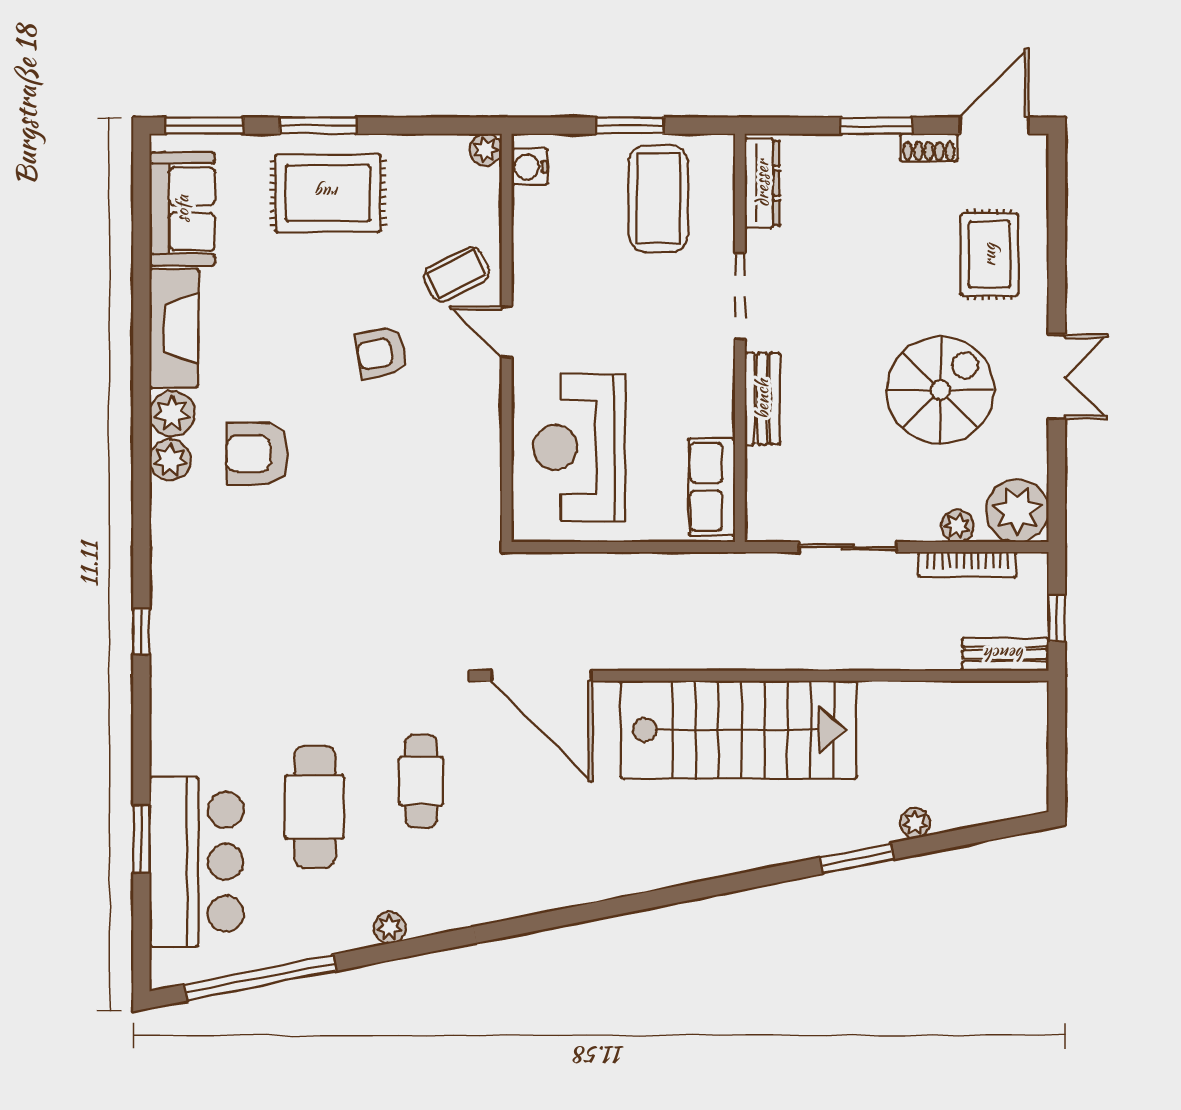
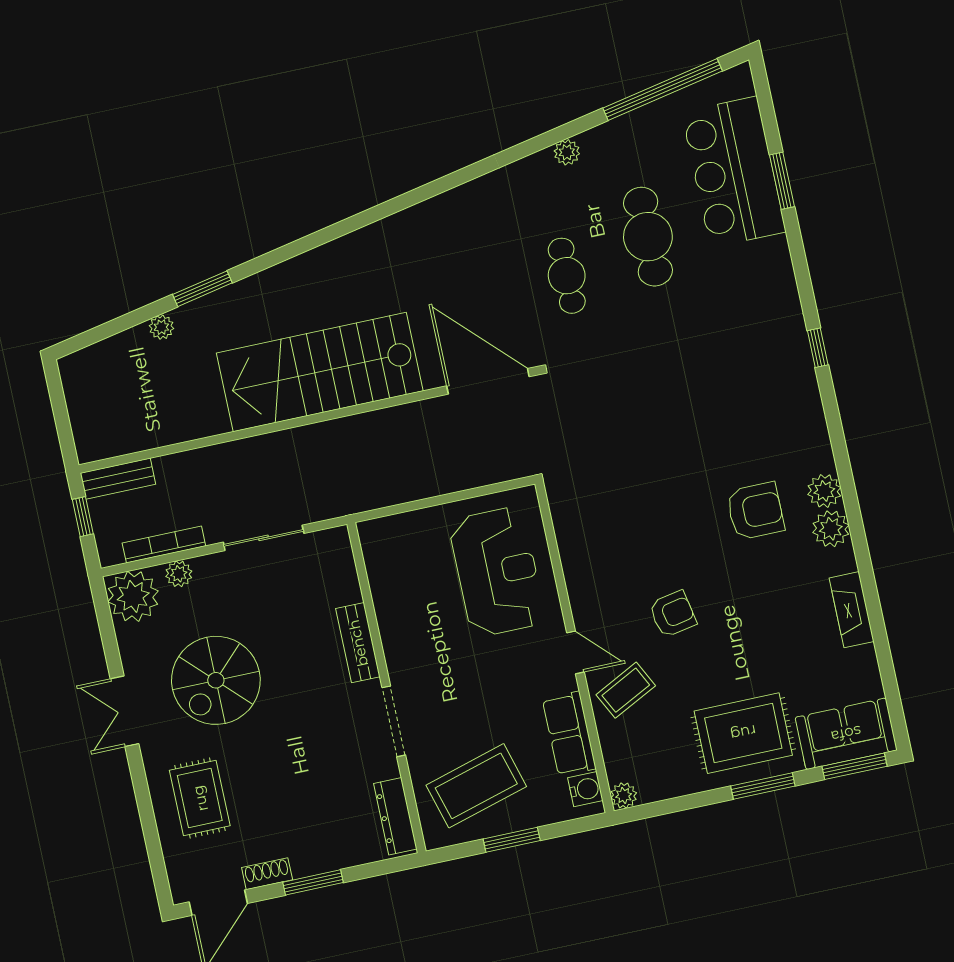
coffee table: (658, 199) -> (476, 786), turned 74
sofa: (182, 209) -> (846, 734), moved, turned 90
fireplace: (174, 328) -> (852, 610), width x0.73, depth x0.76
row of seats: (712, 487) -> (569, 734), moved, turned 180

